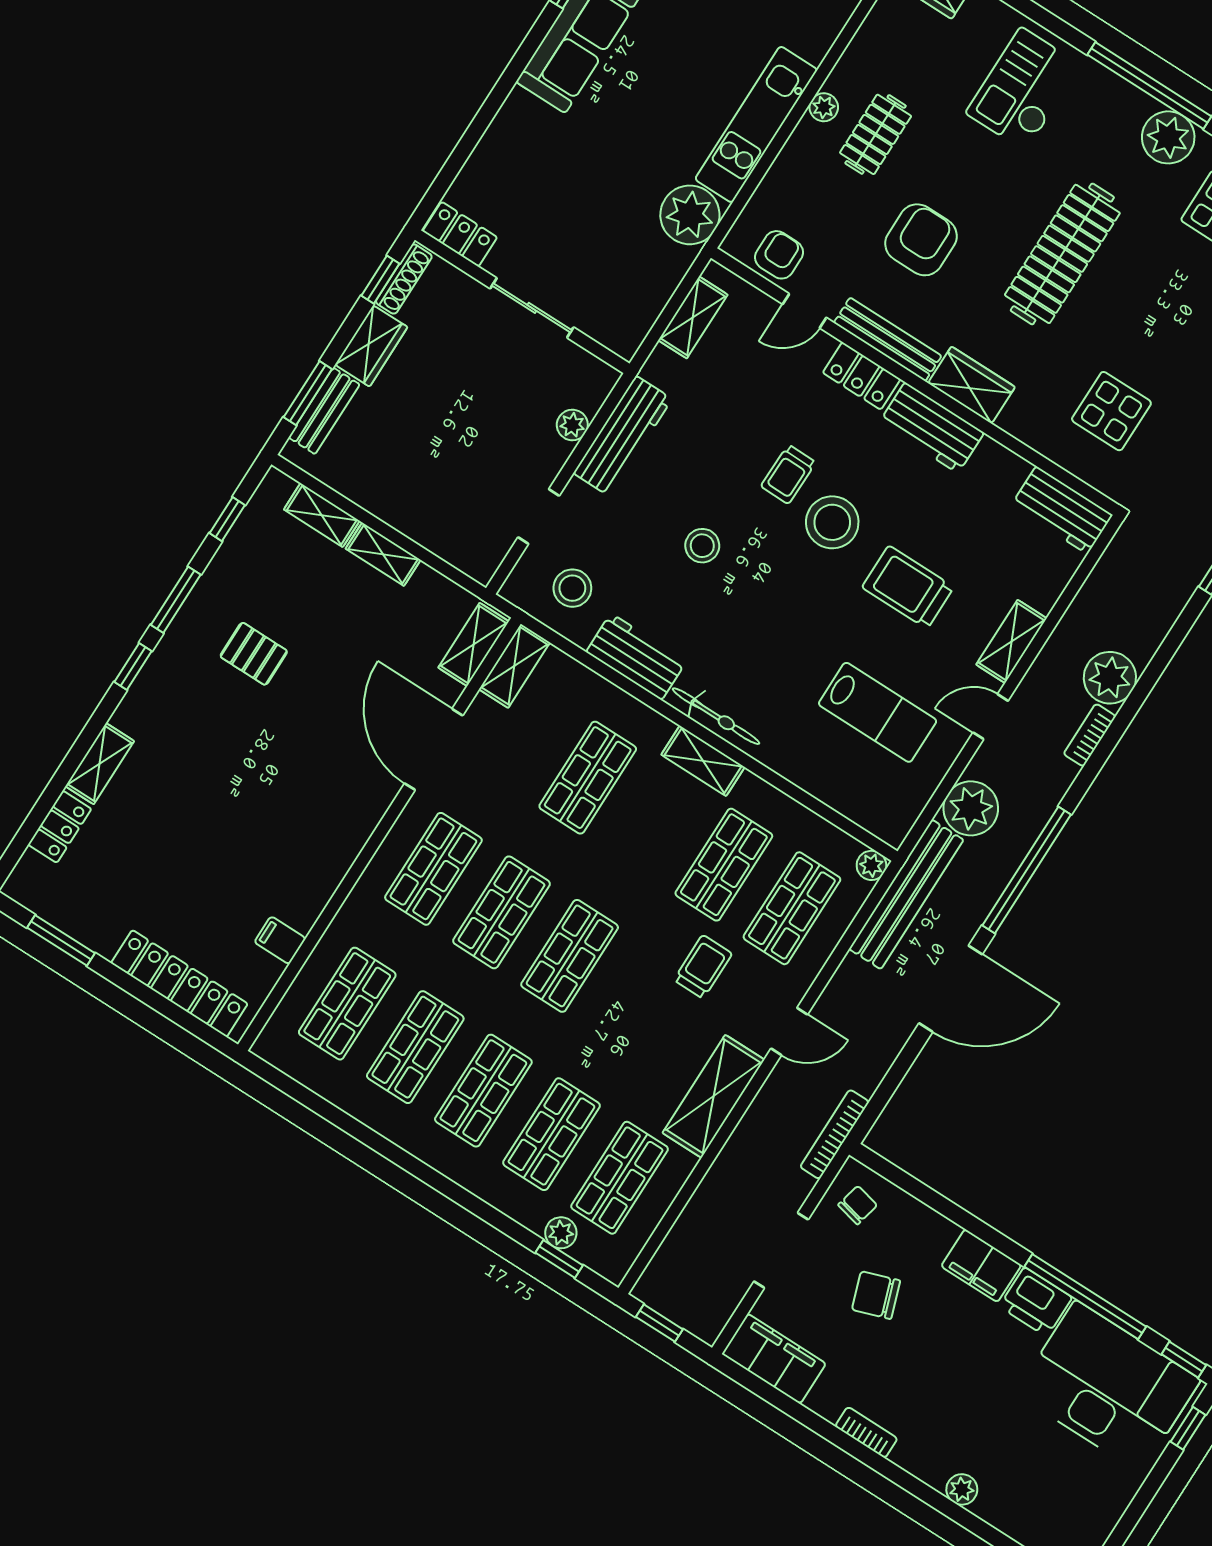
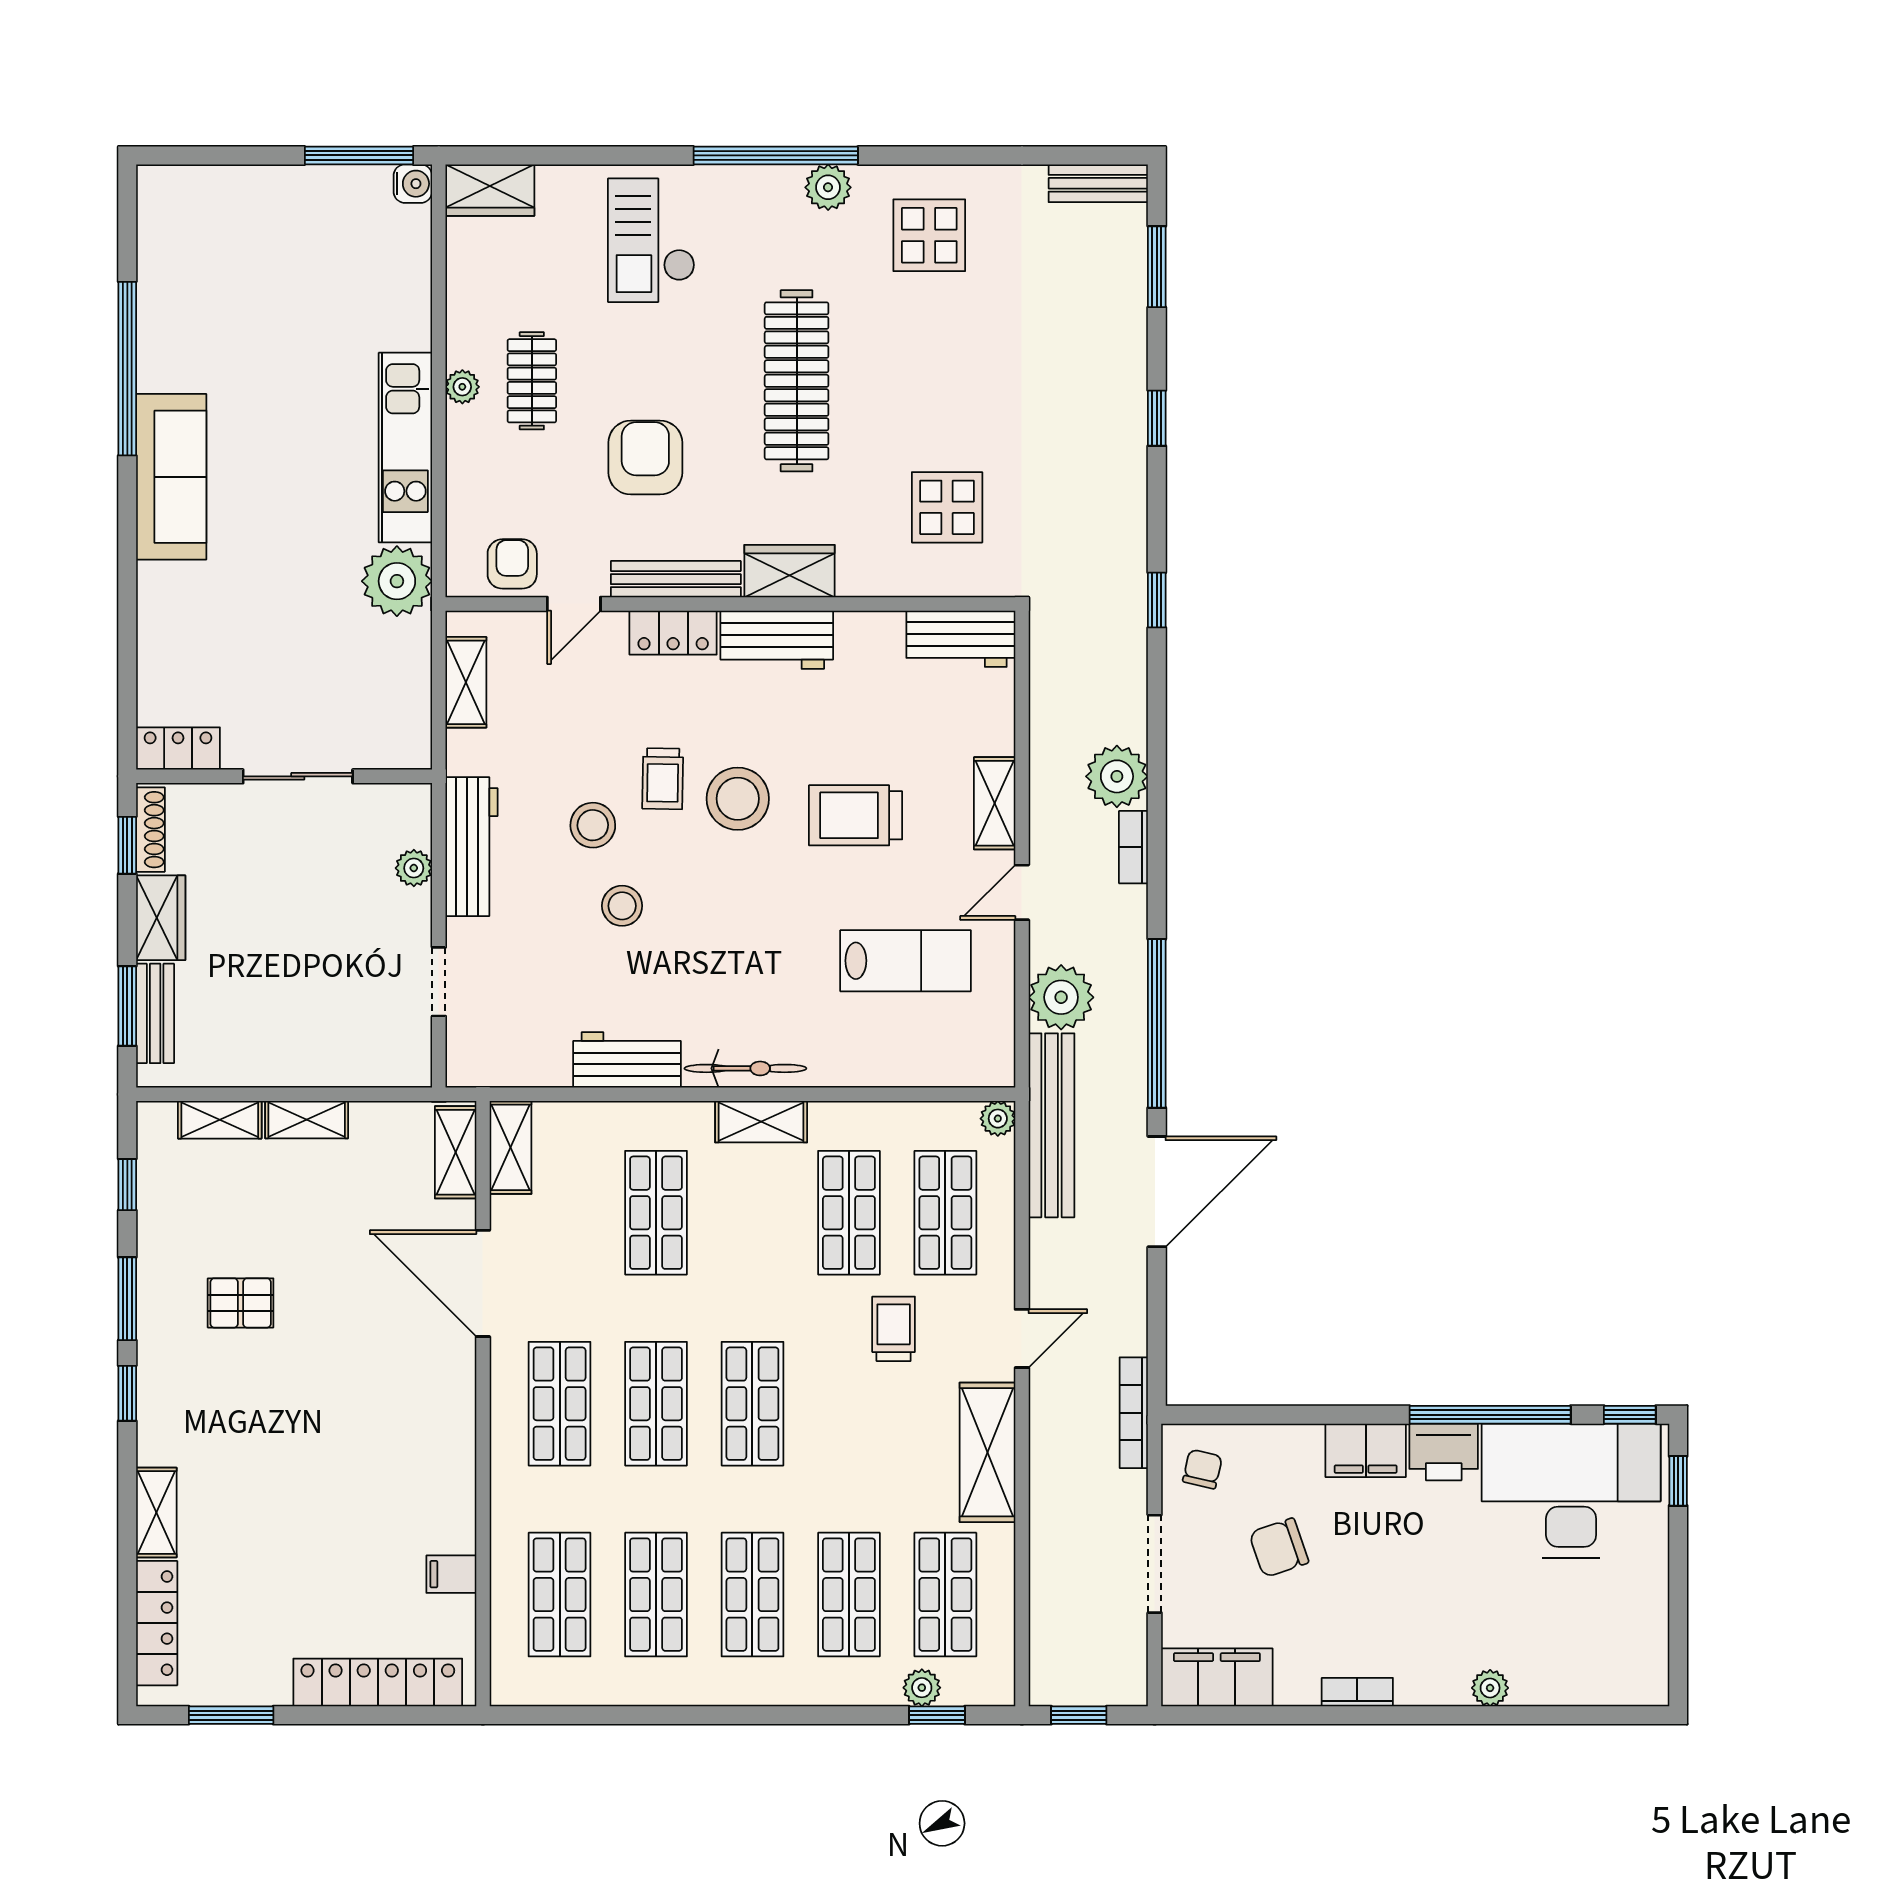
plant: (1168, 137) -> (828, 187), width x0.73, depth x0.73
stool: (572, 588) -> (593, 825), moved
locker: (60, 827) -> (157, 1623), width x1.53

